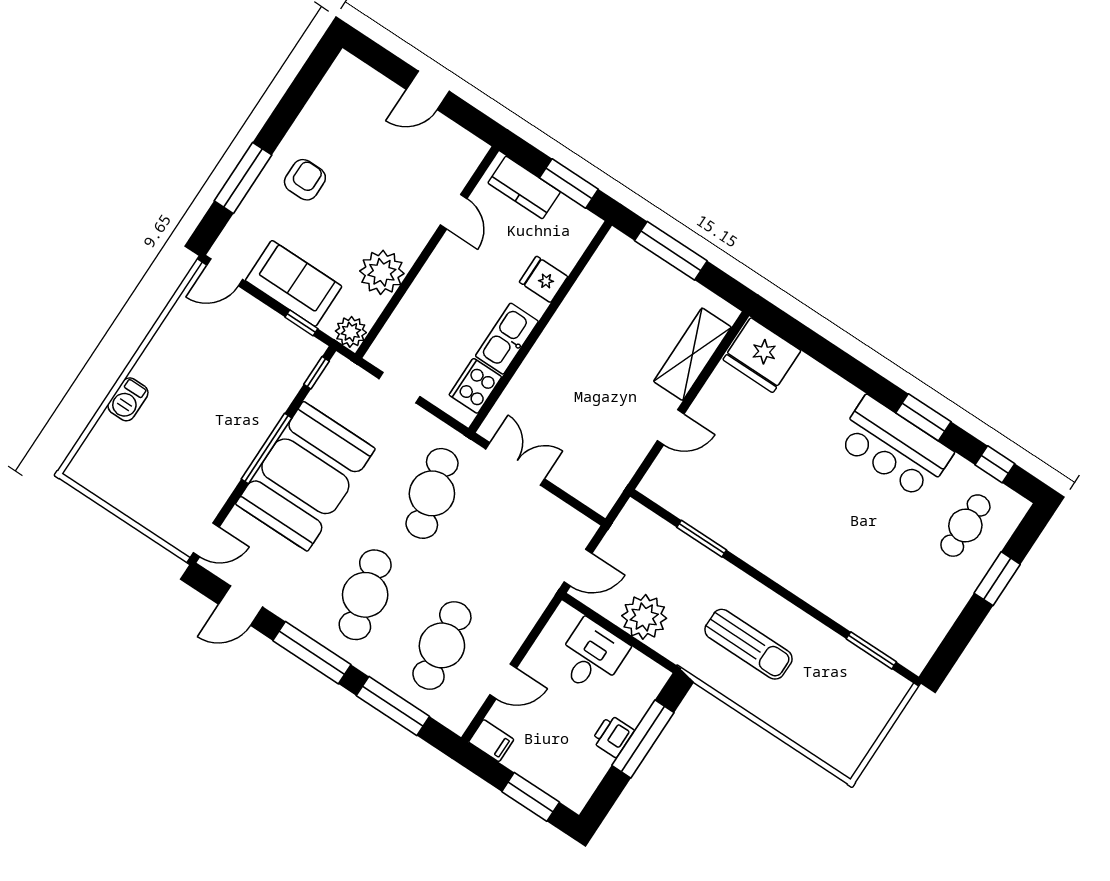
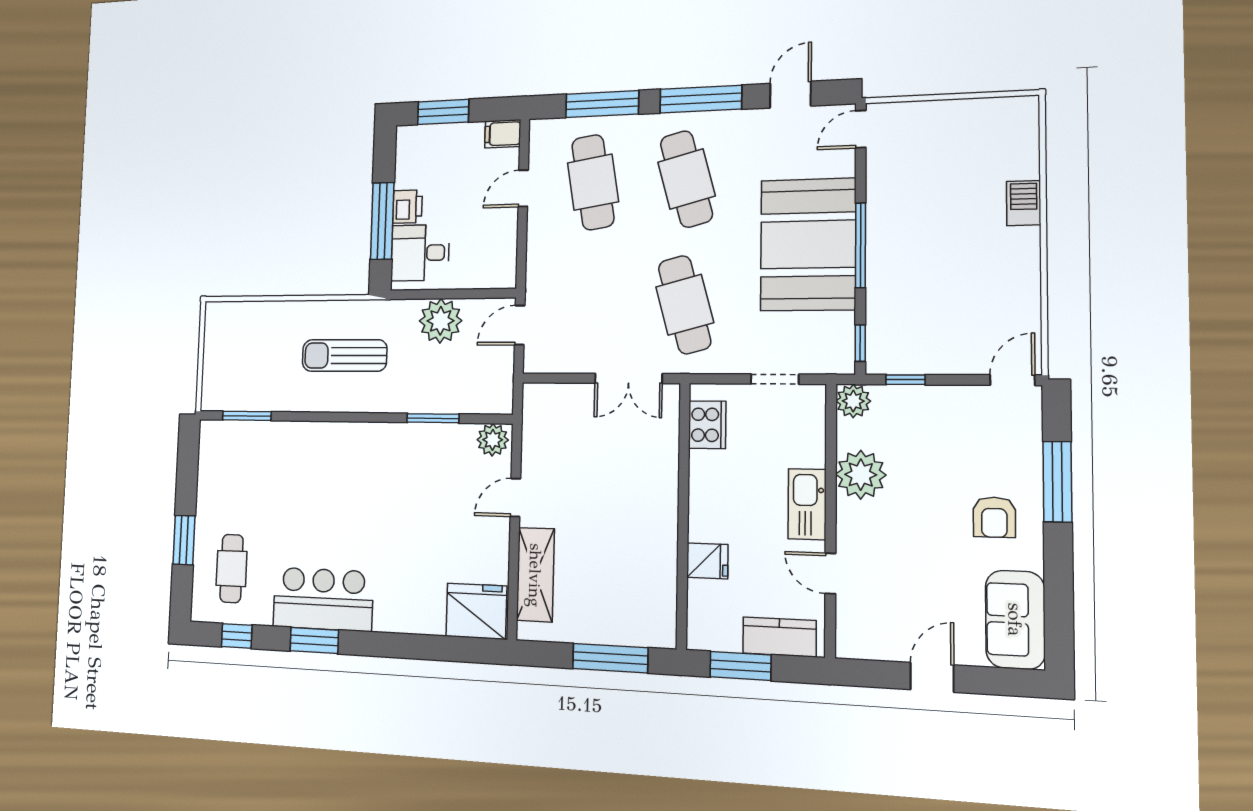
sofa: (294, 283) -> (1015, 620), moved, turned 90
kitchen sink: (507, 339) -> (807, 504), moved, turned 180
plant: (661, 487) -> (493, 440), added
desk: (592, 656) -> (420, 253), moved, turned 90

